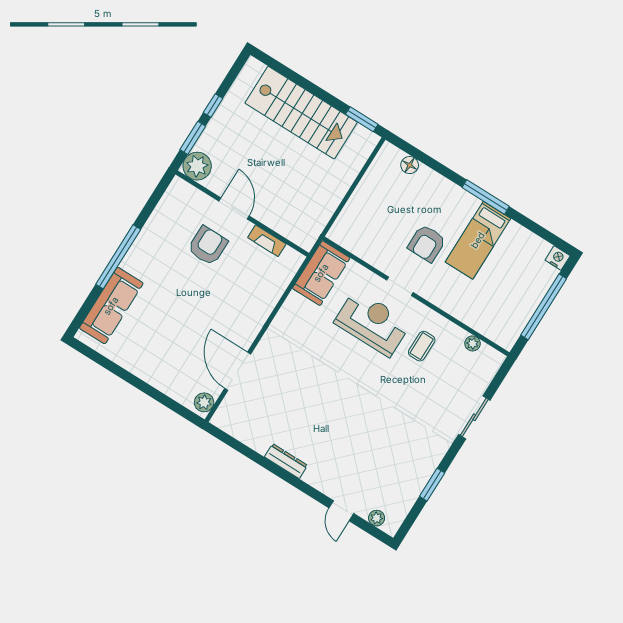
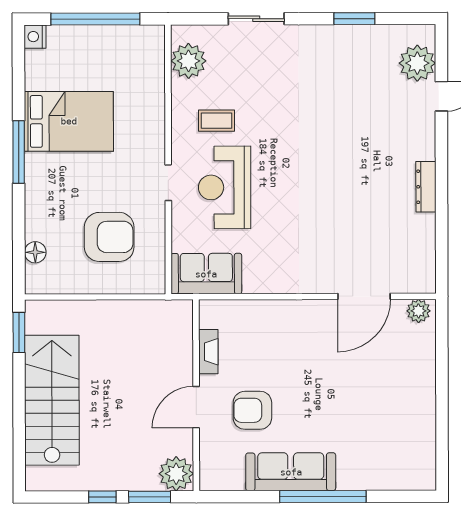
bed: (478, 240) -> (69, 121), width x1.50
armchair: (427, 243) -> (109, 237), moved, width x1.36, depth x1.36
sofa: (111, 306) -> (291, 472), moved
plant: (473, 343) -> (189, 61), width x1.88, depth x1.88
plant: (377, 518) -> (417, 63), width x1.88, depth x1.88

